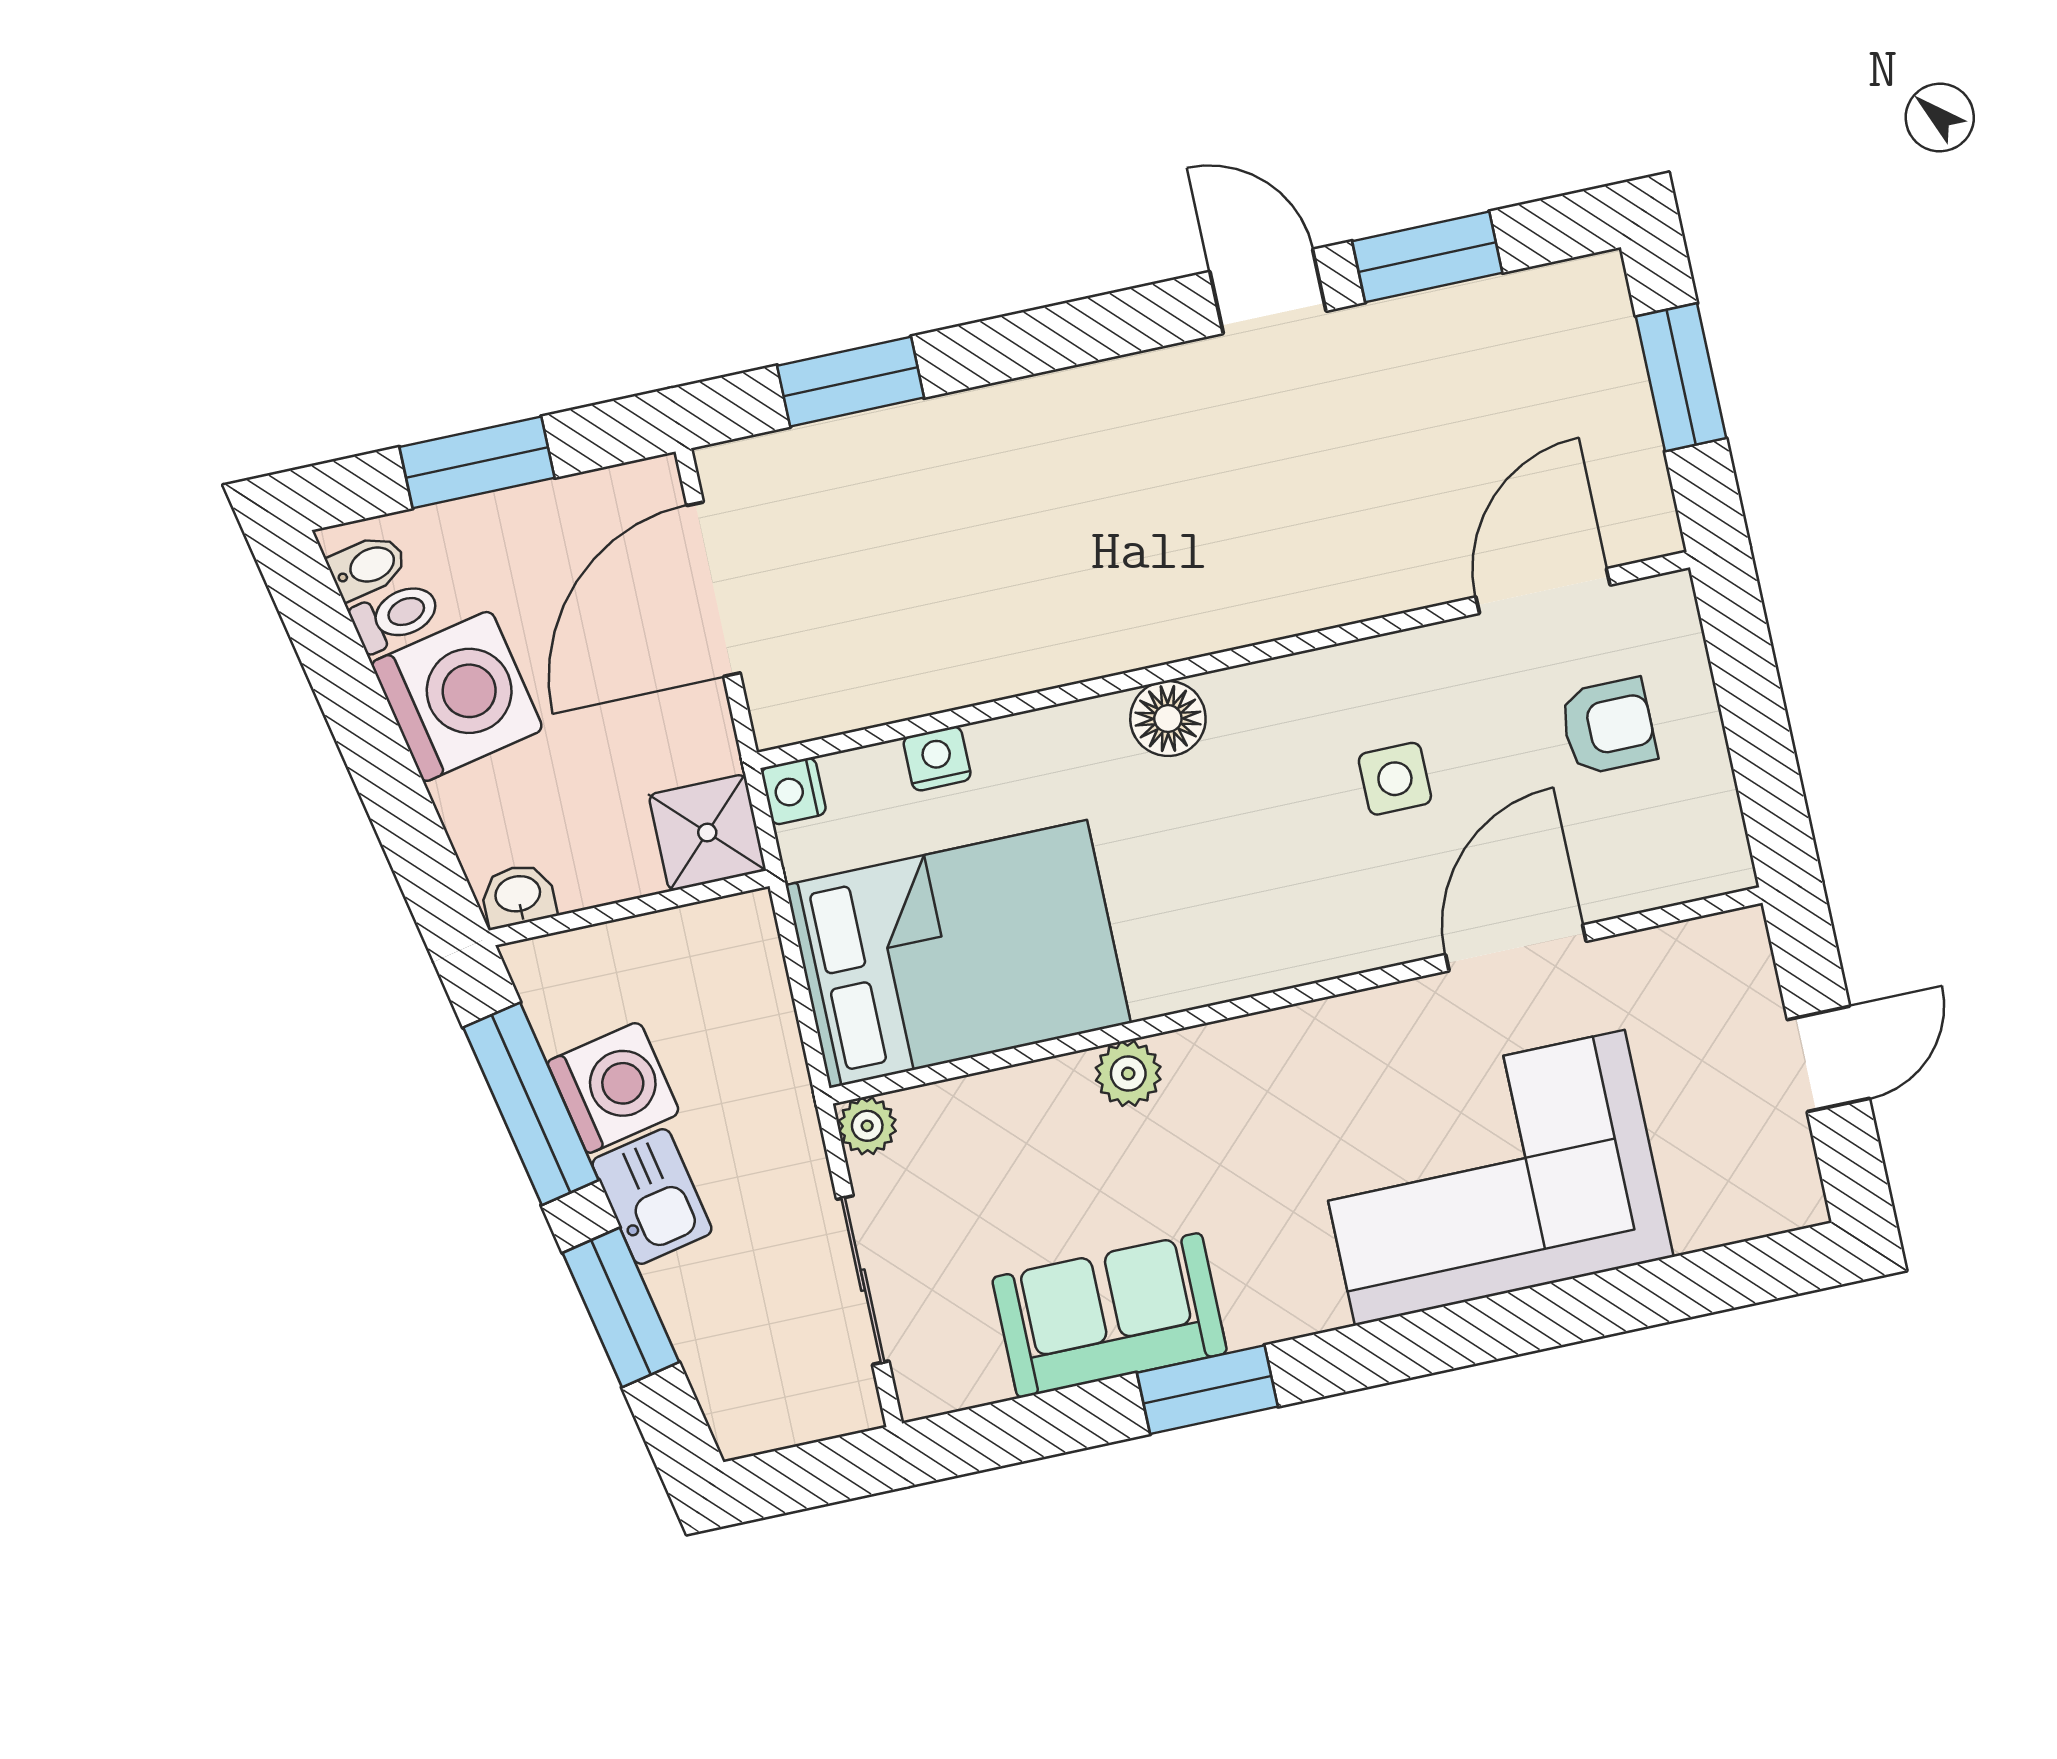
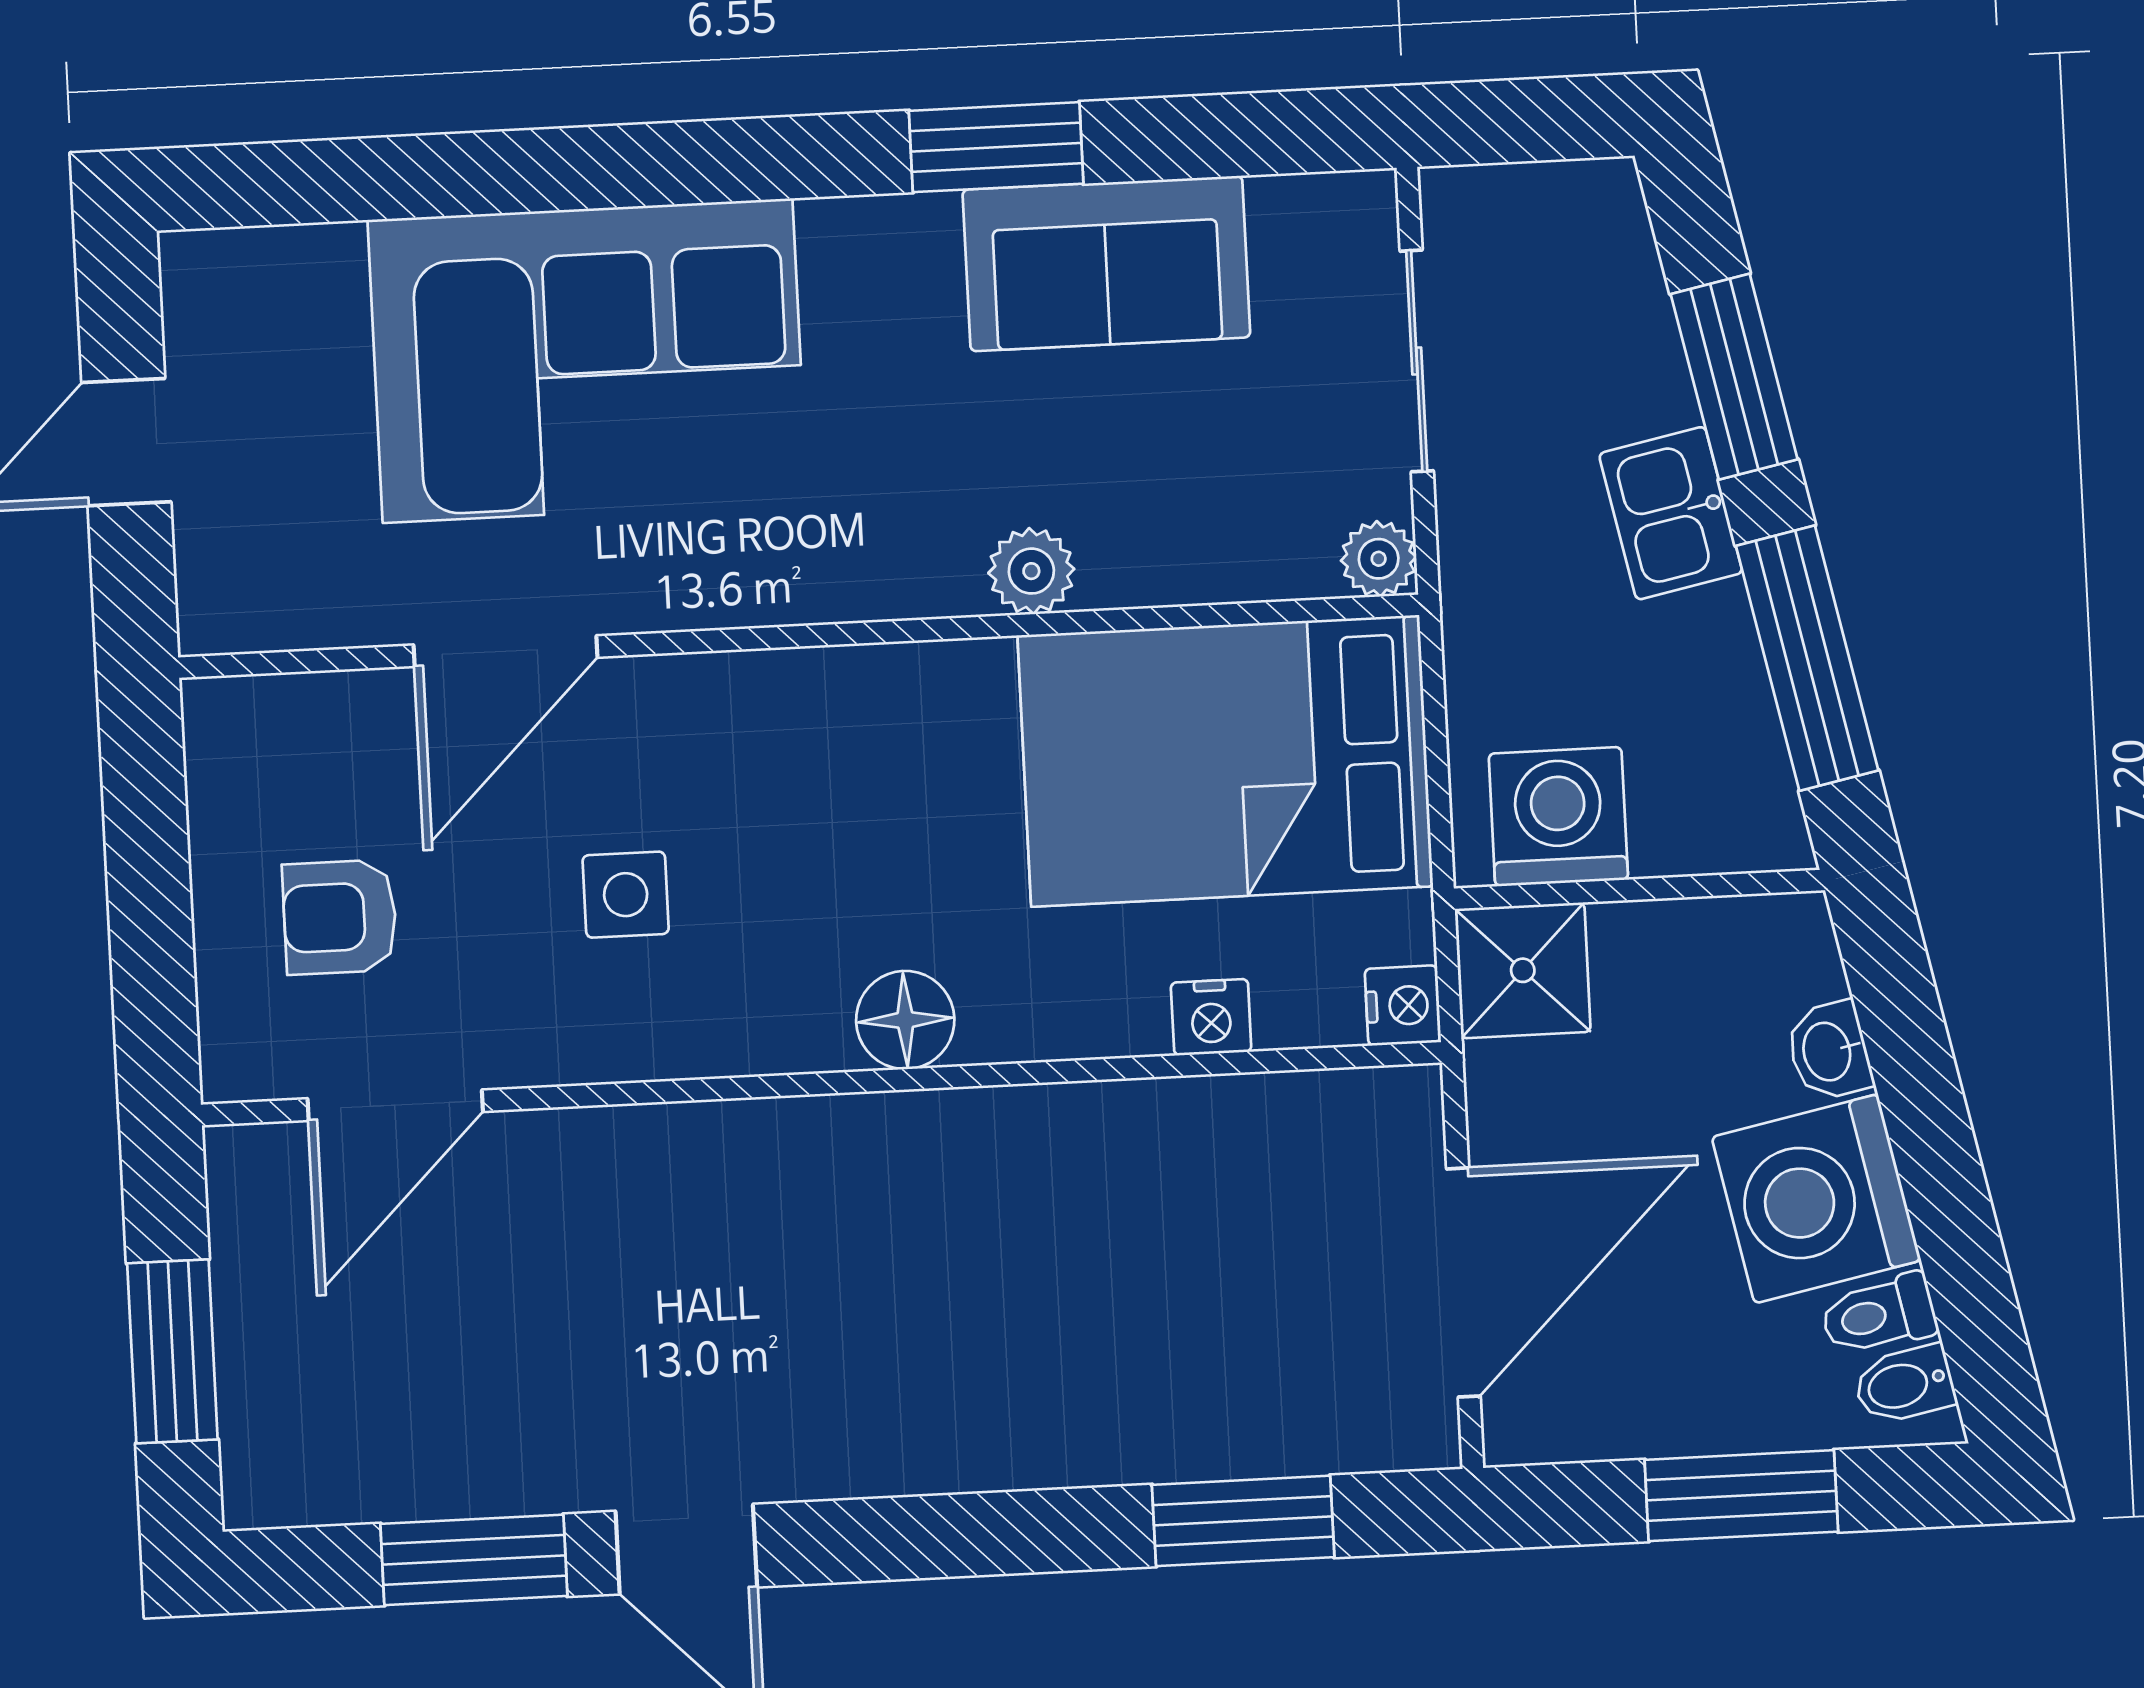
washbasin: (518, 895) -> (1829, 1051), moved, turned 78
washing machine: (613, 1087) -> (1558, 817), moved, turned 102

